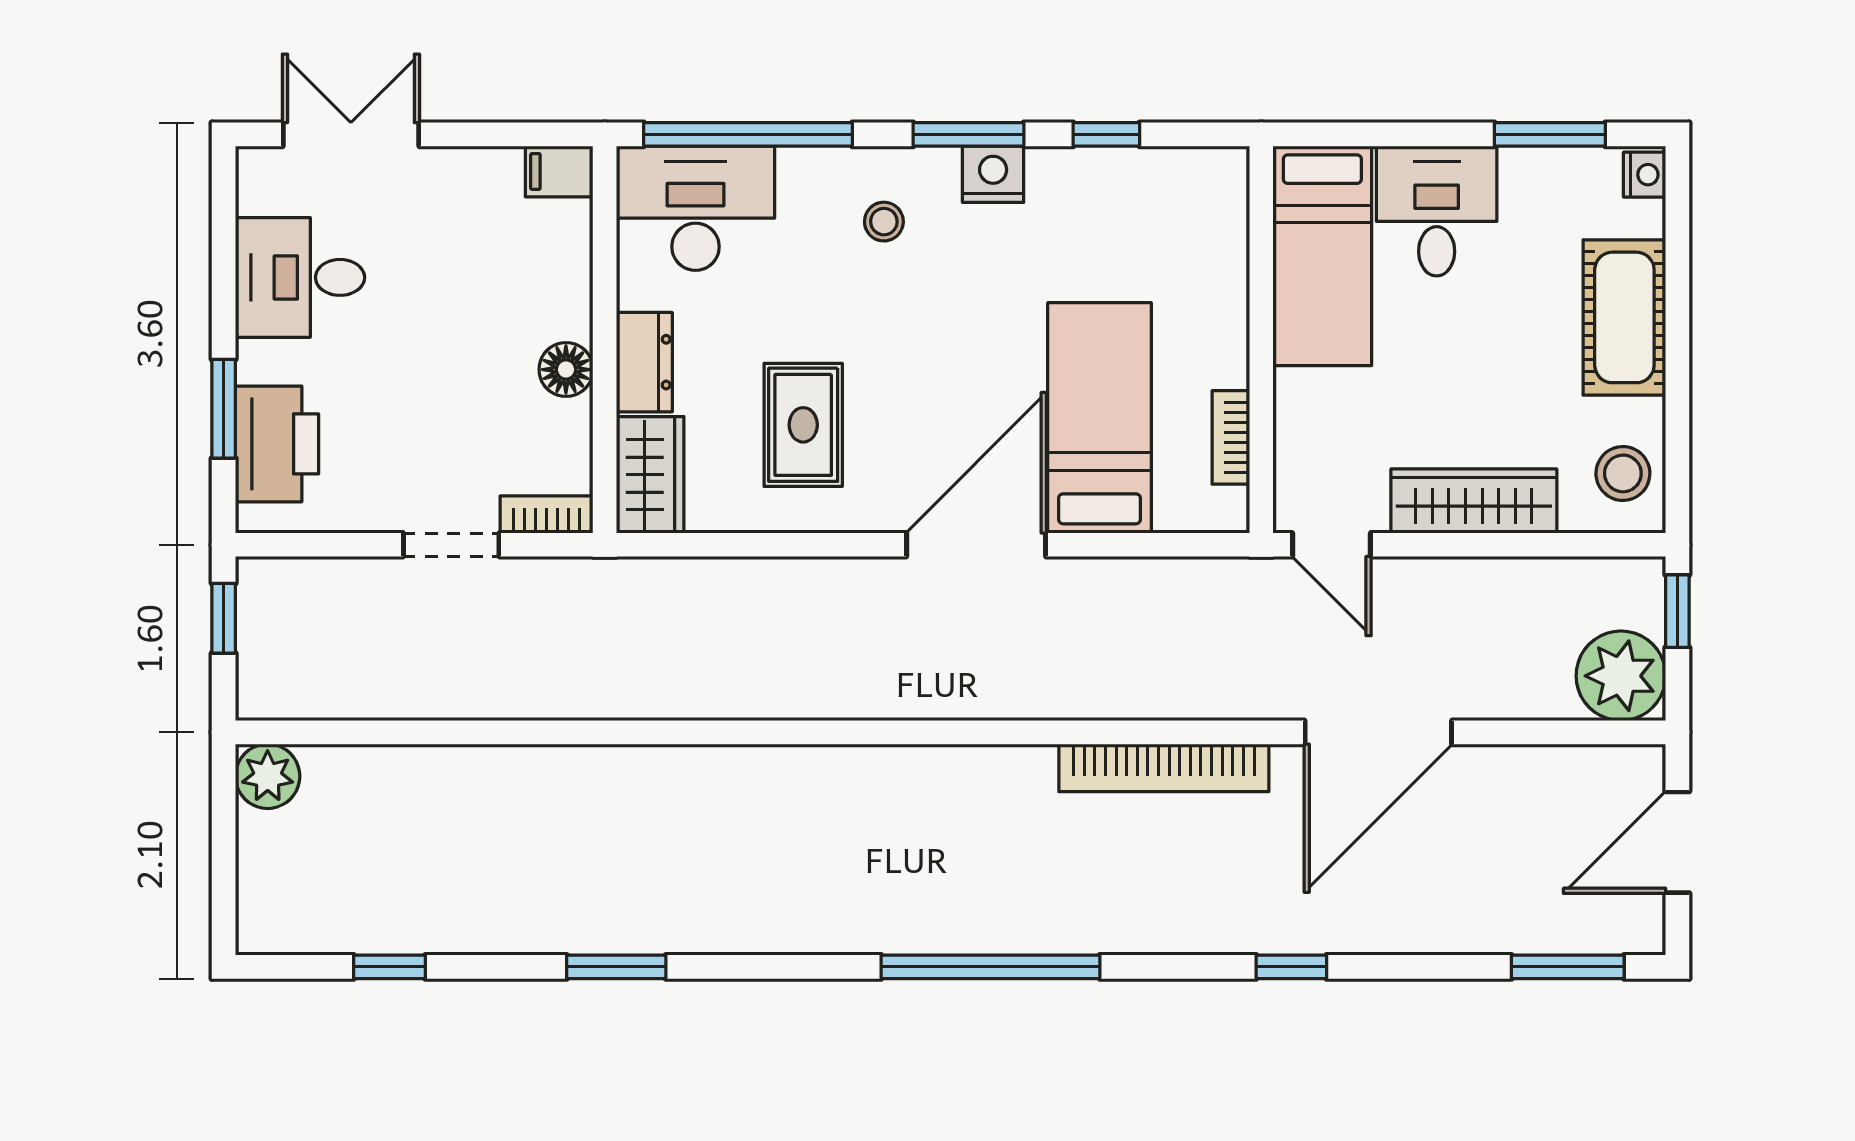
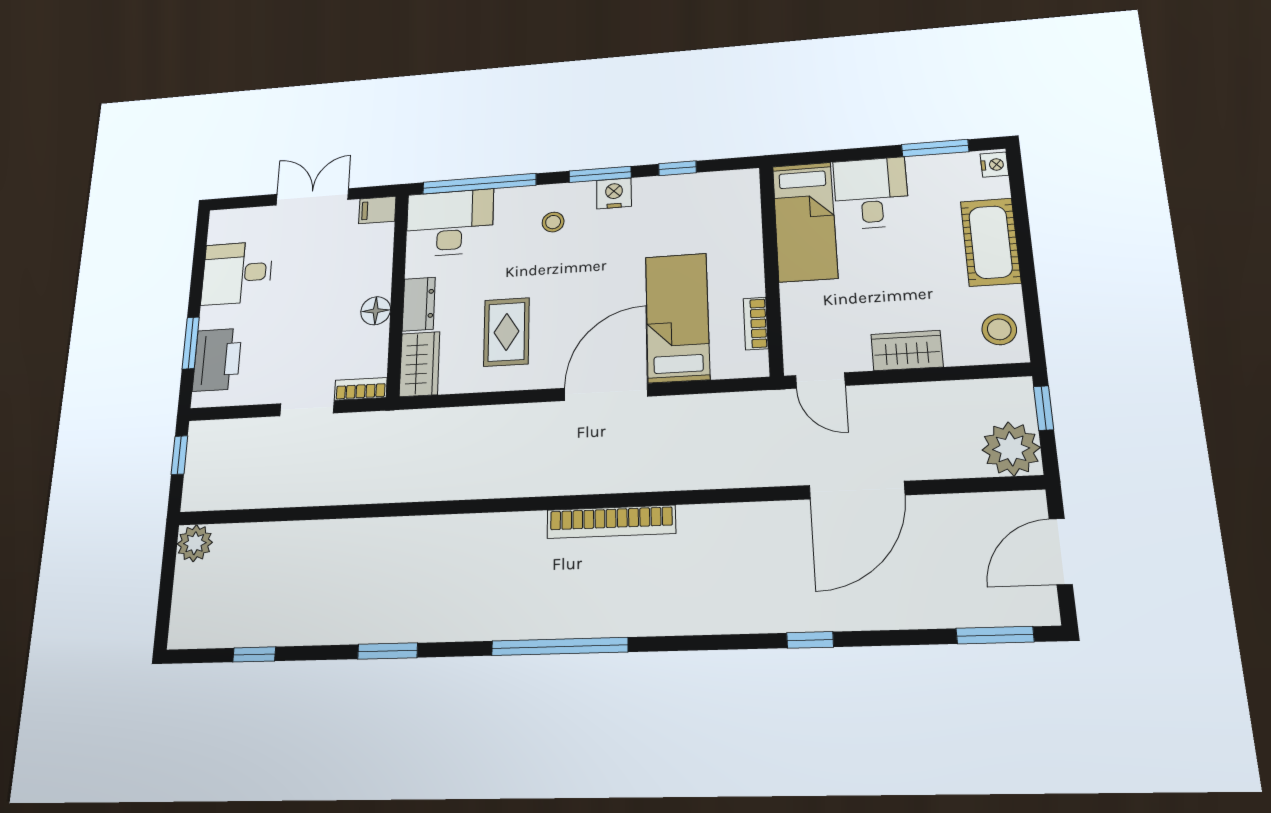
double door: (351, 134) -> (312, 197), moved
wardrobe: (1474, 501) -> (907, 351), width x0.67
bookcase: (1164, 768) -> (611, 522), moved
window: (991, 967) -> (559, 646), moved

